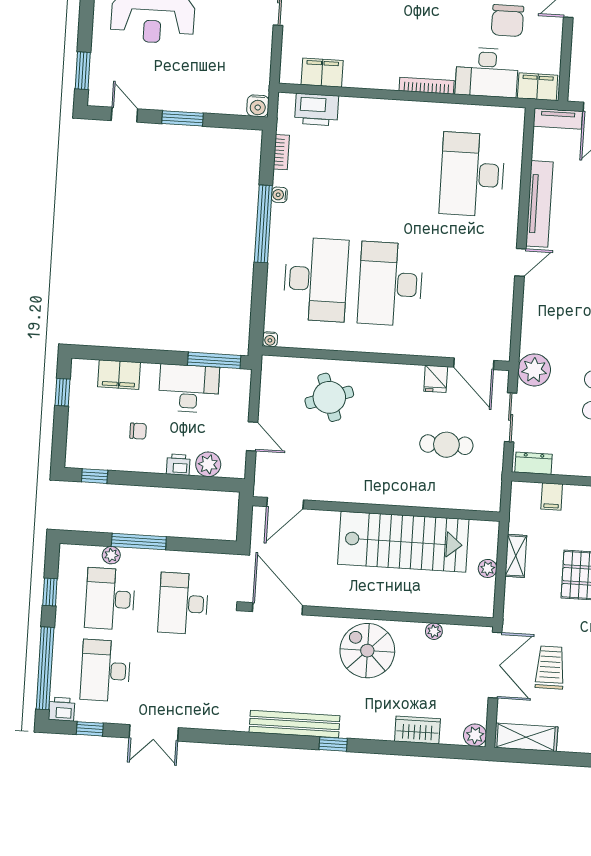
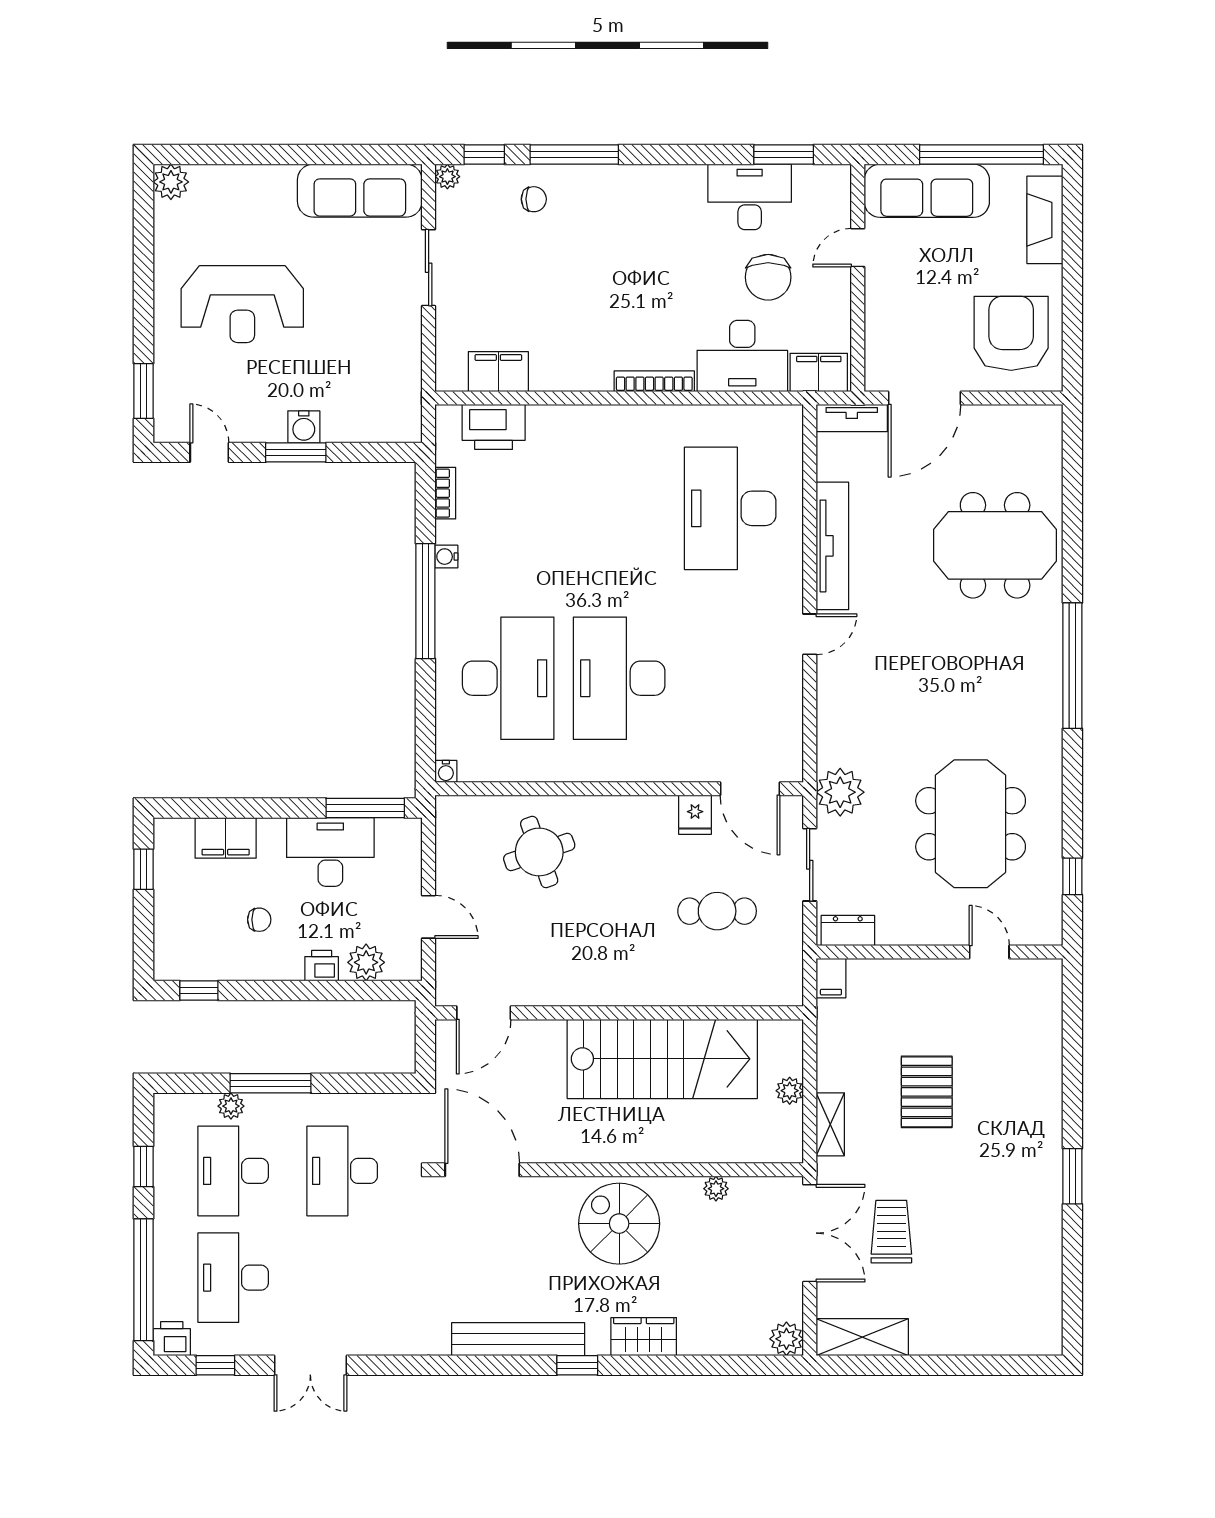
water cooler: (258, 106) -> (304, 427), moved
filing cabinet: (552, 497) -> (831, 978), moved
shelving: (516, 556) -> (830, 1124), moved
wardrobe: (417, 730) -> (644, 1337), moved

